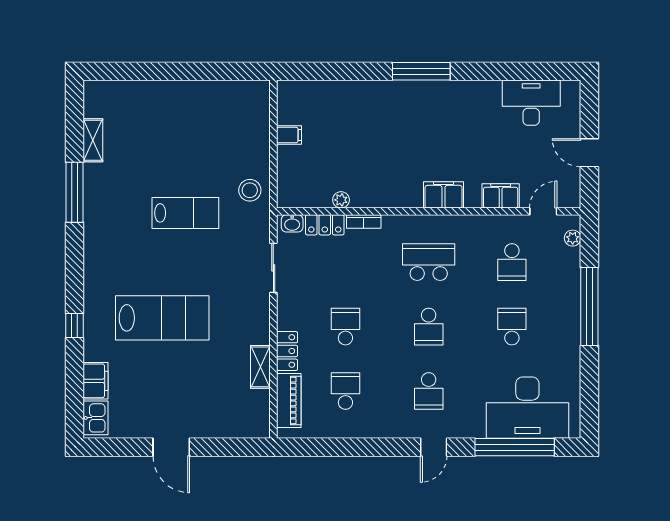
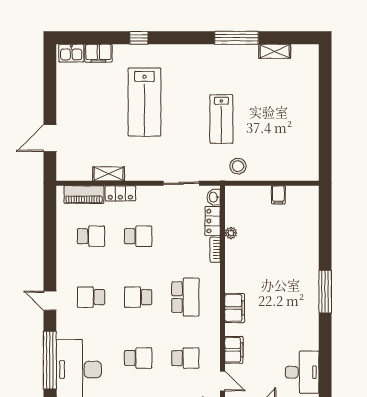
school desk: (512, 262) -> (185, 358), turned 180
door: (171, 447) -> (50, 138), moved

